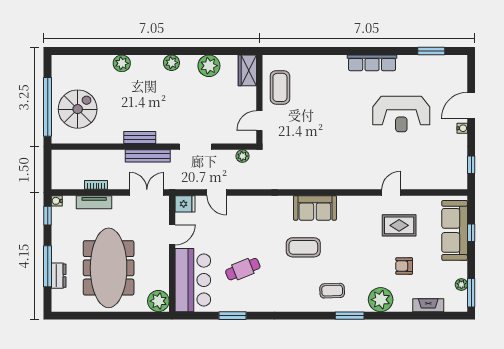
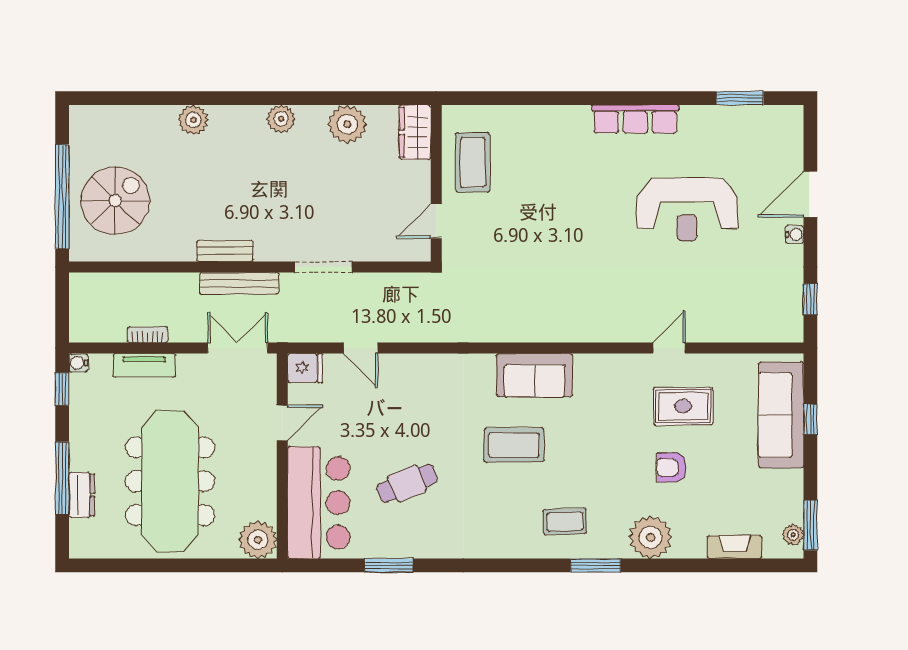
plant: (242, 156) -> (406, 284), removed
armchair: (404, 266) -> (671, 467), moved
plant: (461, 285) -> (793, 535), moved

